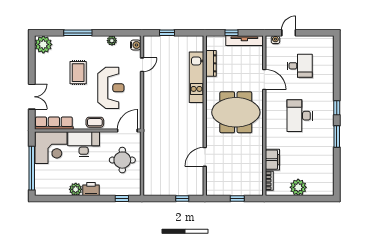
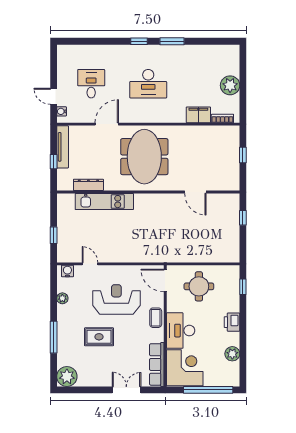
plant: (76, 189) -> (232, 354), moved

